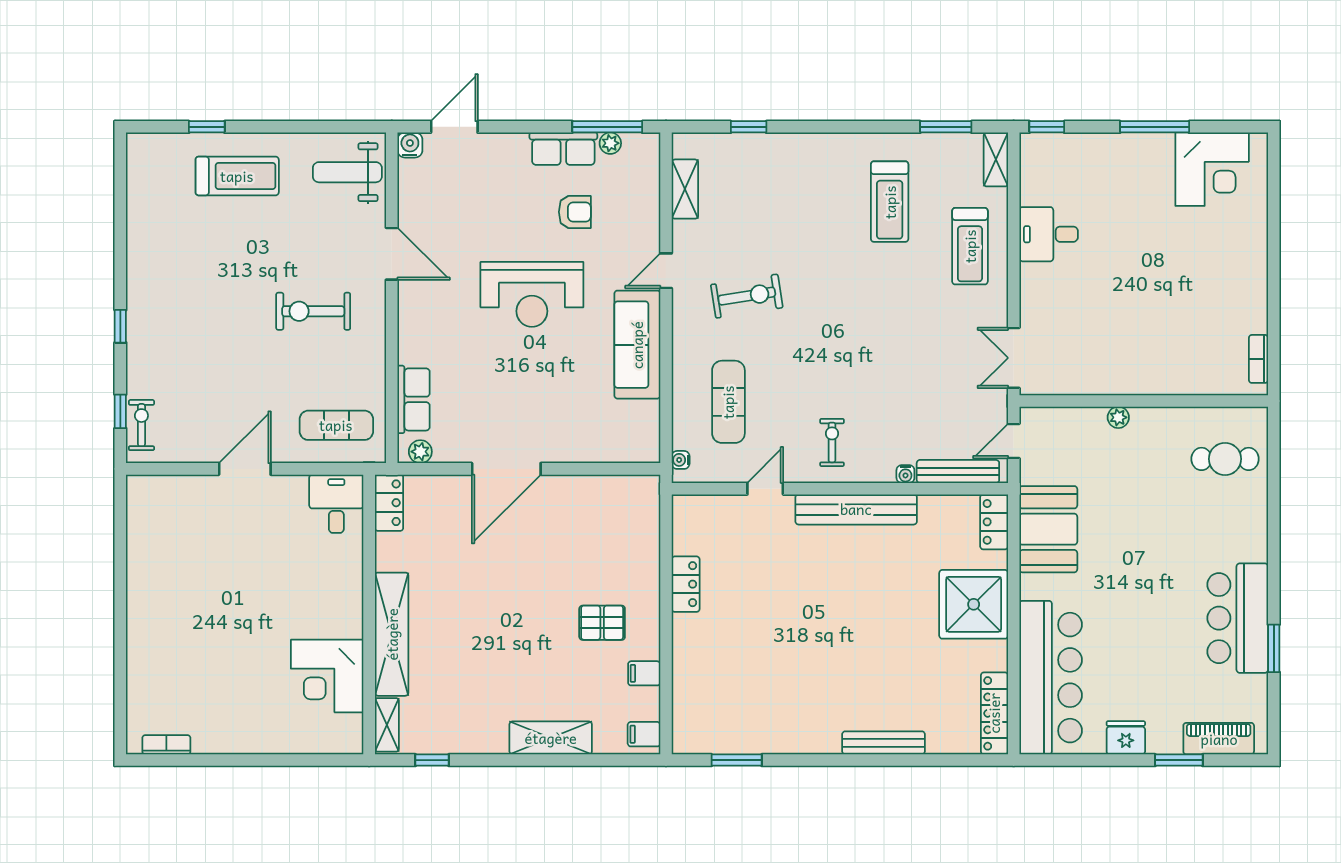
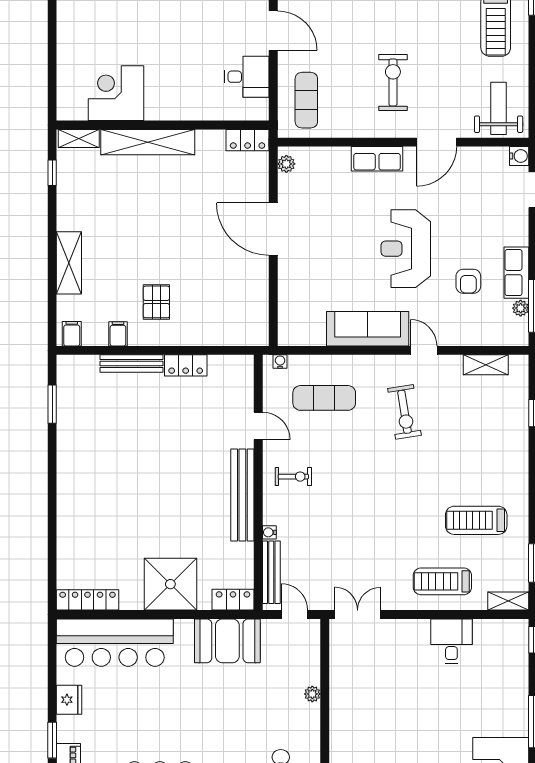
row of seats: (414, 399) -> (377, 159), moved
desk: (336, 504) -> (247, 77), moved
bench: (884, 743) -> (132, 364), moved, turned 90

